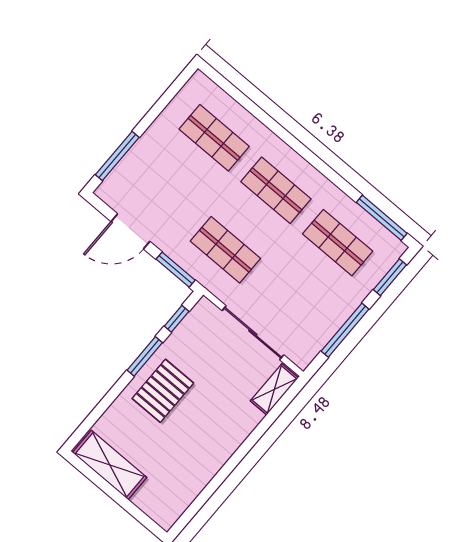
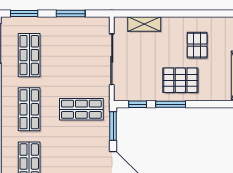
shop shelf: (225, 250) -> (81, 109), turned 90
window: (345, 330) -> (71, 14), width x0.69
shelving: (274, 389) -> (144, 24), moved
pallet: (187, 444) -> (197, 45), added

